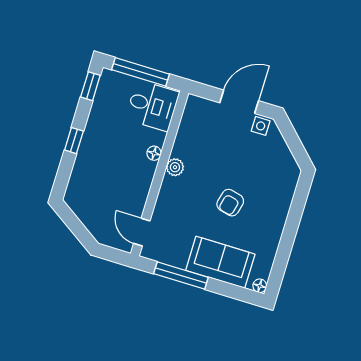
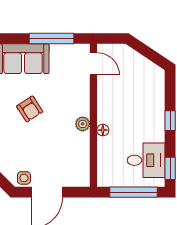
desk: (152, 106) -> (146, 160), moved, turned 180
armchair: (230, 203) -> (30, 109), turned 133

